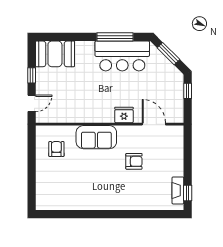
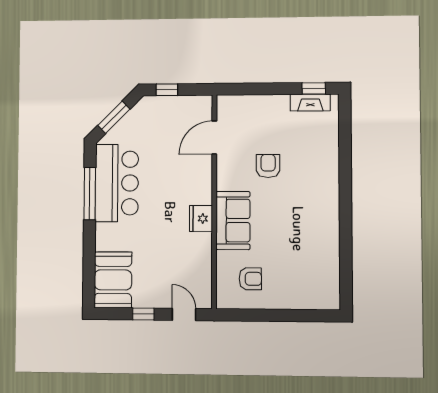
fridge: (124, 115) -> (201, 218), moved
armchair: (56, 149) -> (250, 279), turned 180

